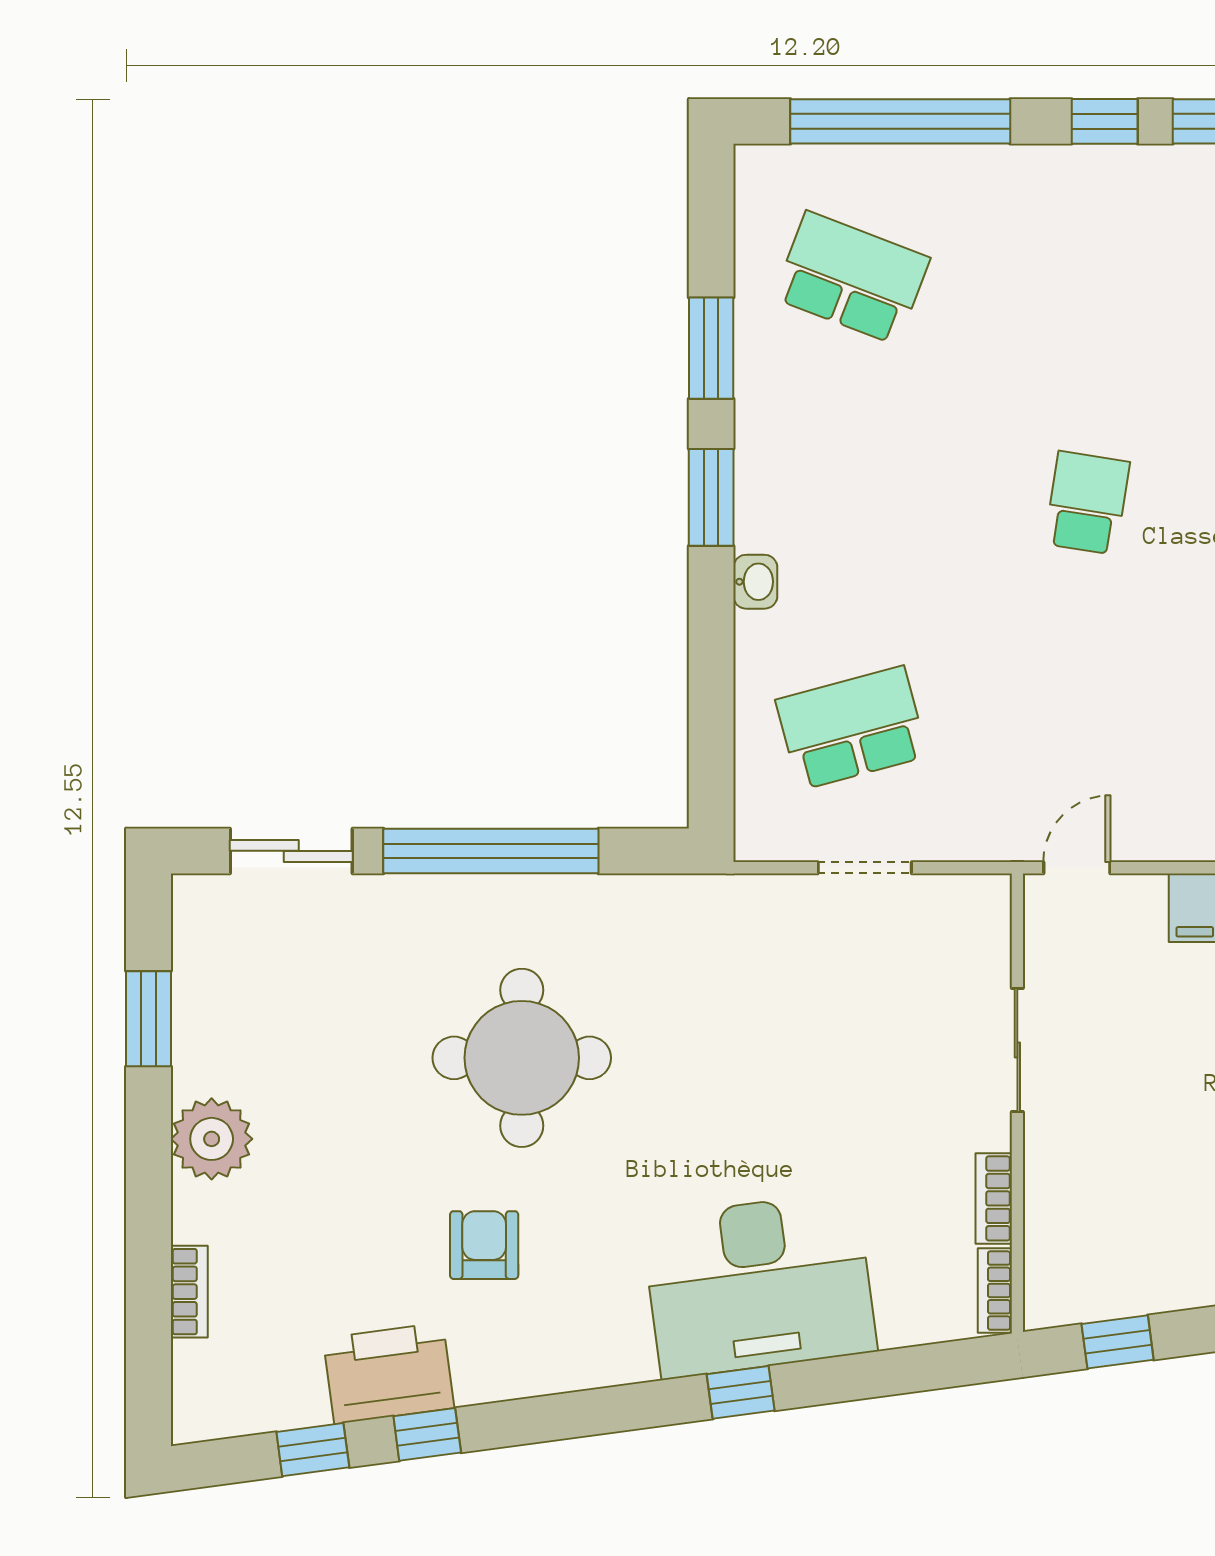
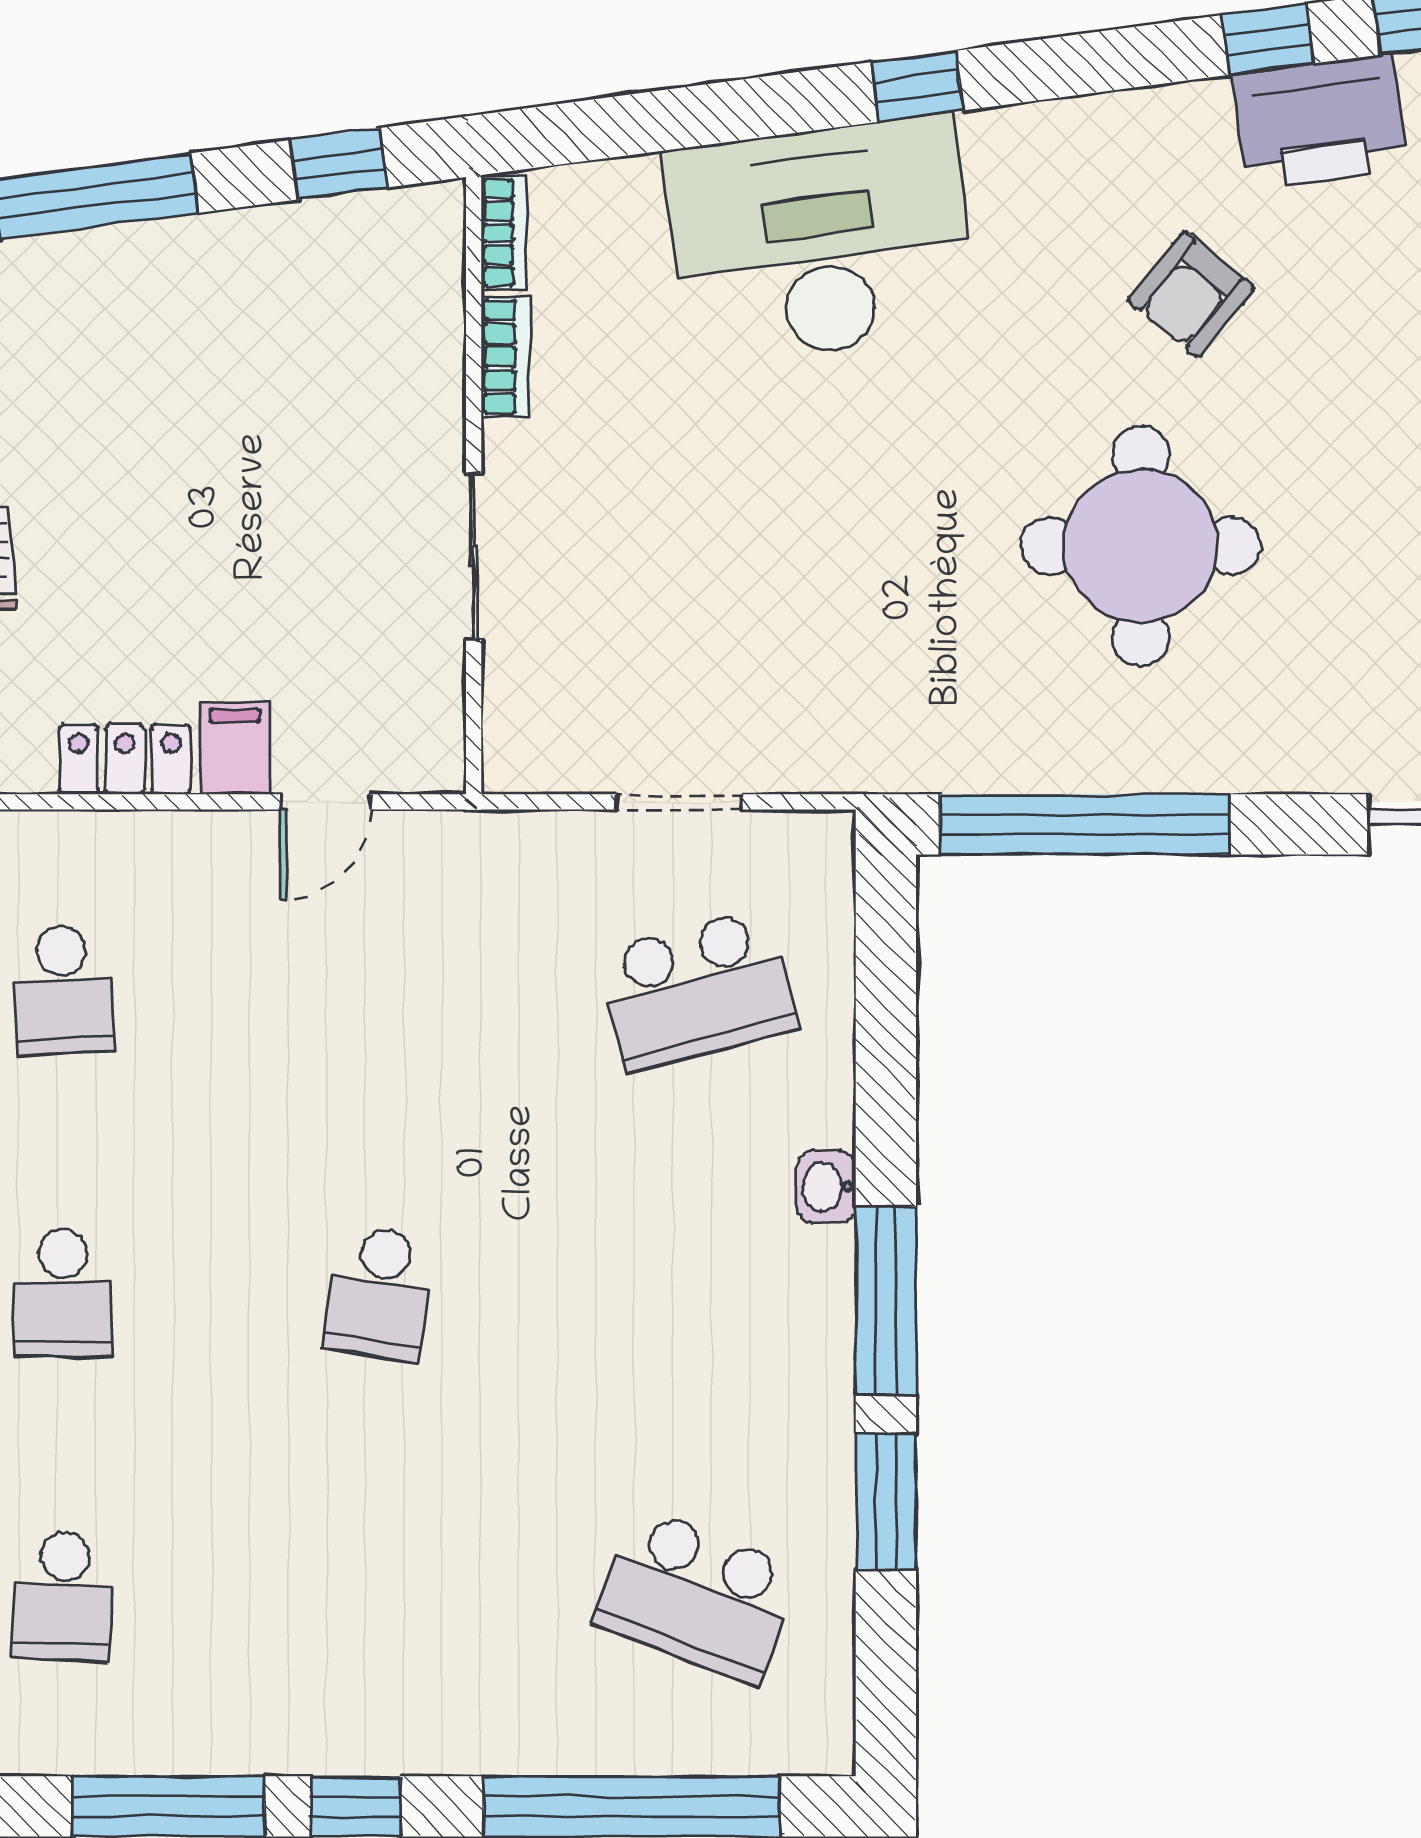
window: (711, 497) -> (886, 1300), width x1.44
window: (491, 851) -> (1085, 824), moved
door: (1077, 868) -> (325, 802), moved
armchair: (484, 1245) -> (1191, 294), turned 39
window: (741, 1392) -> (917, 86), moved

